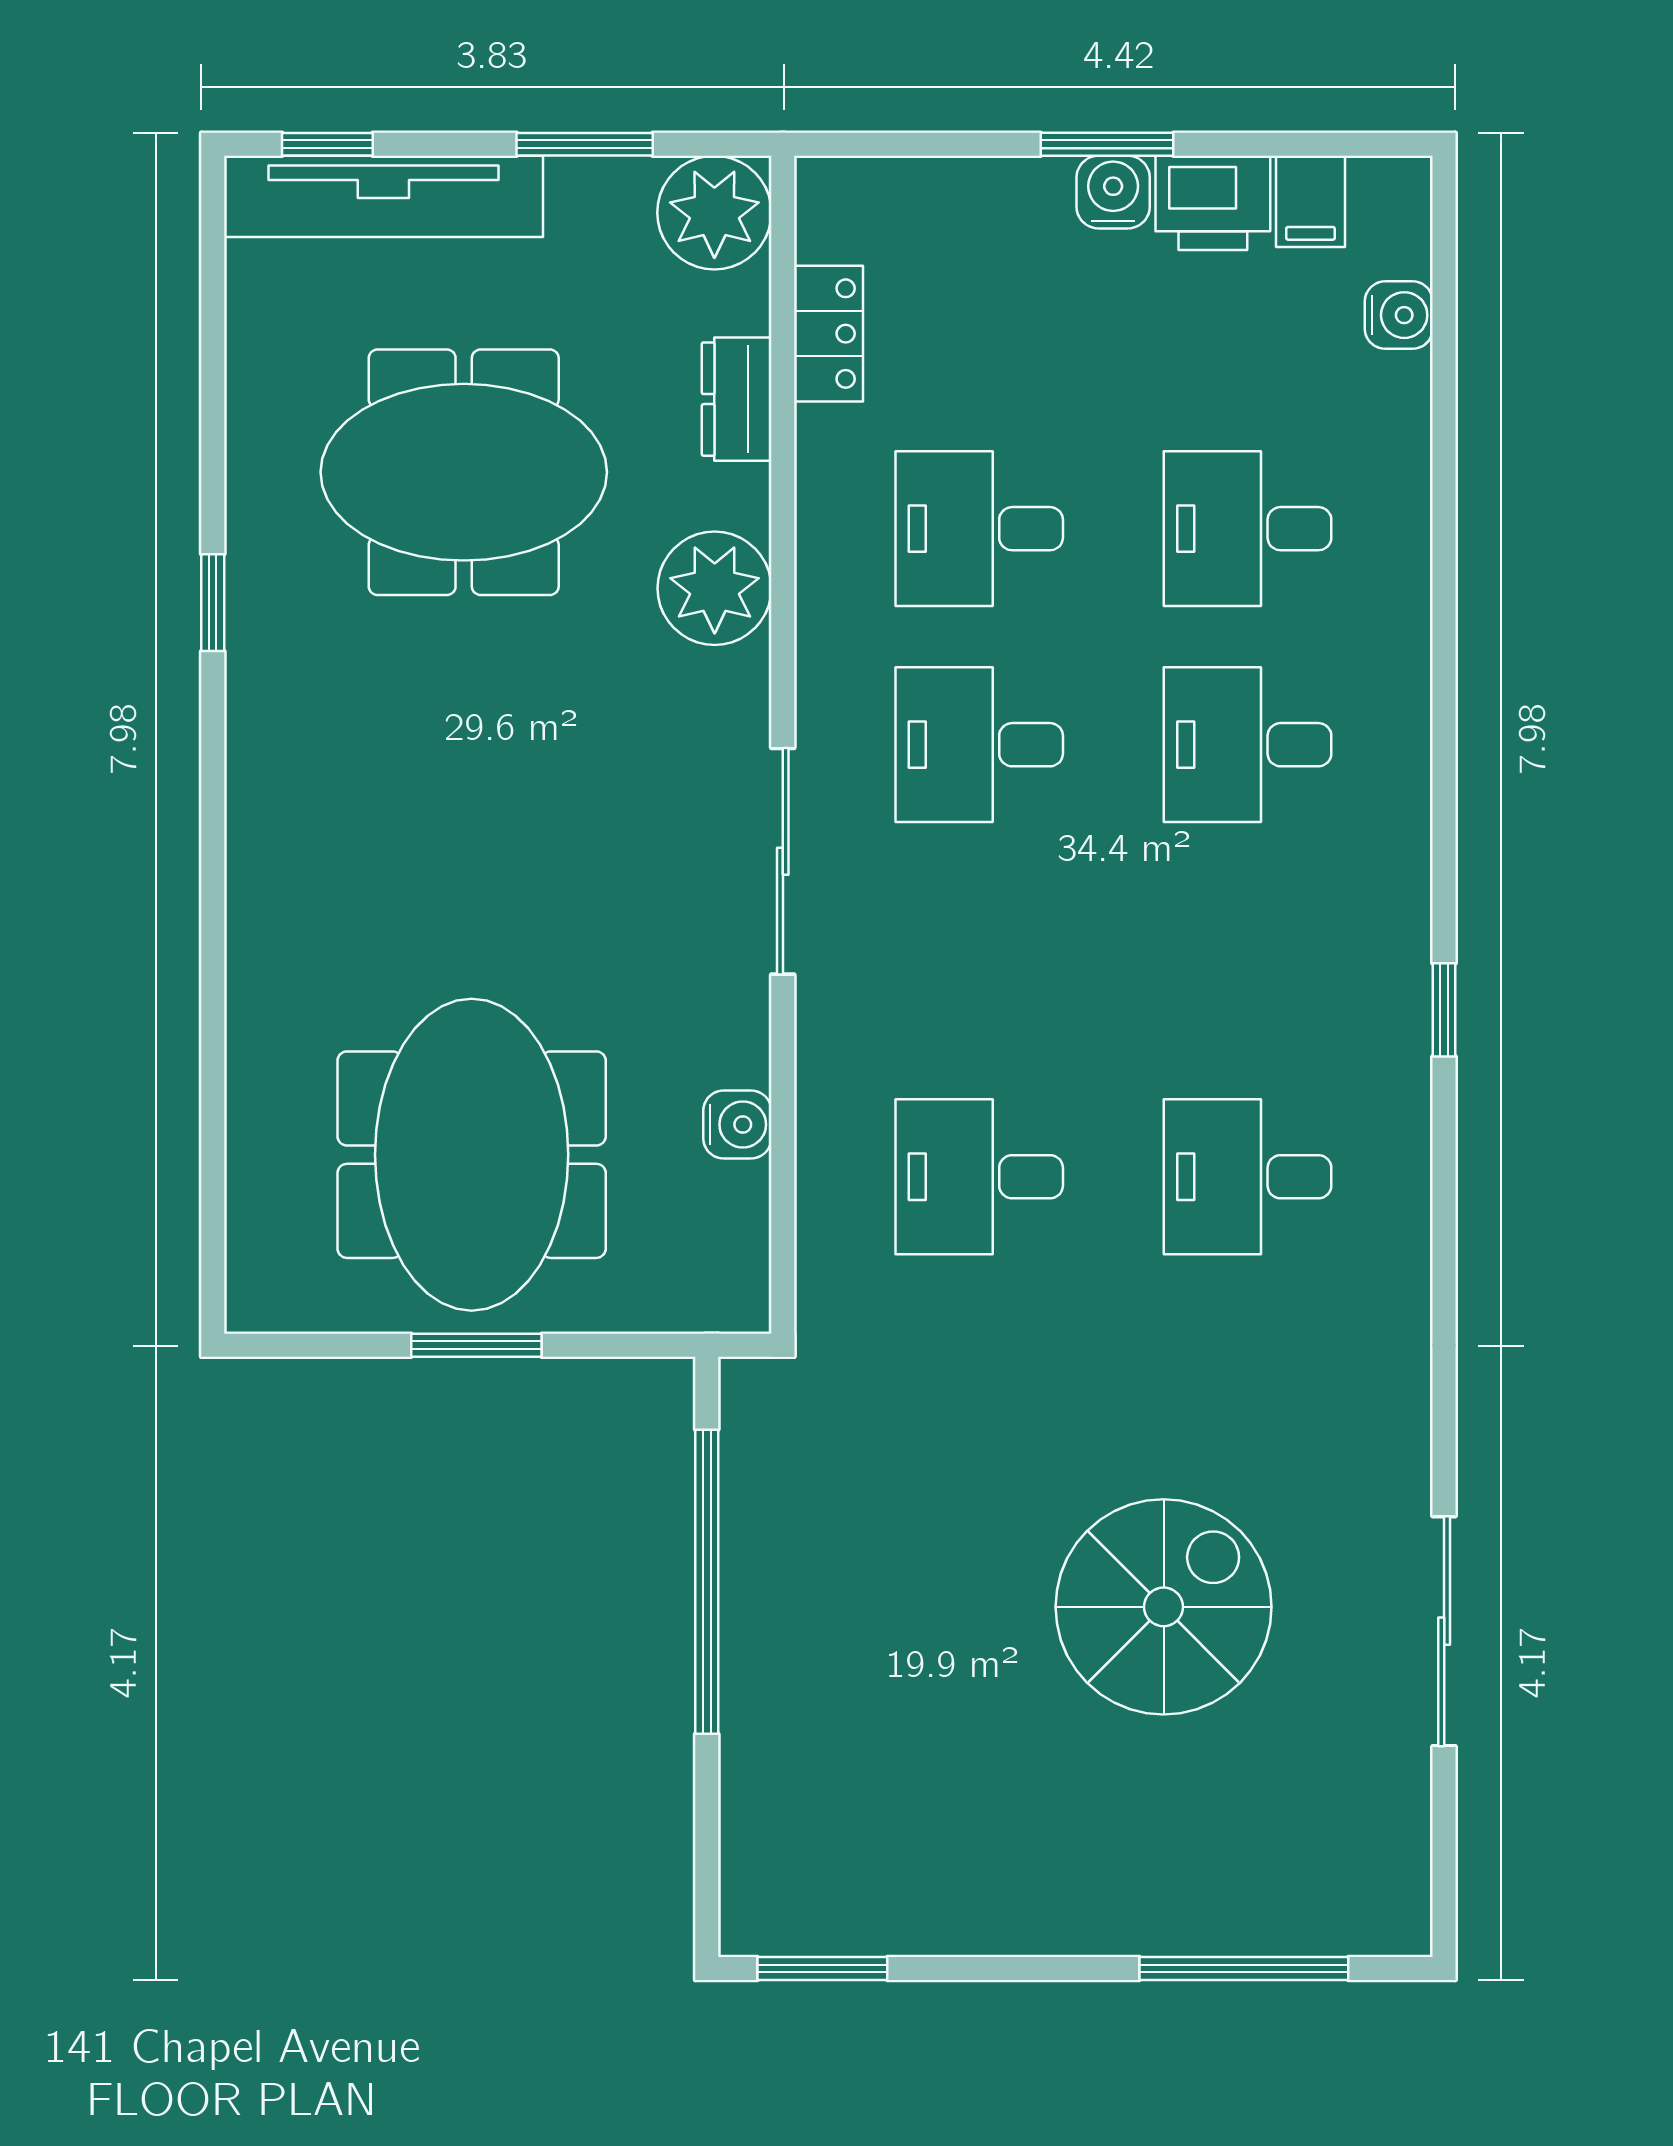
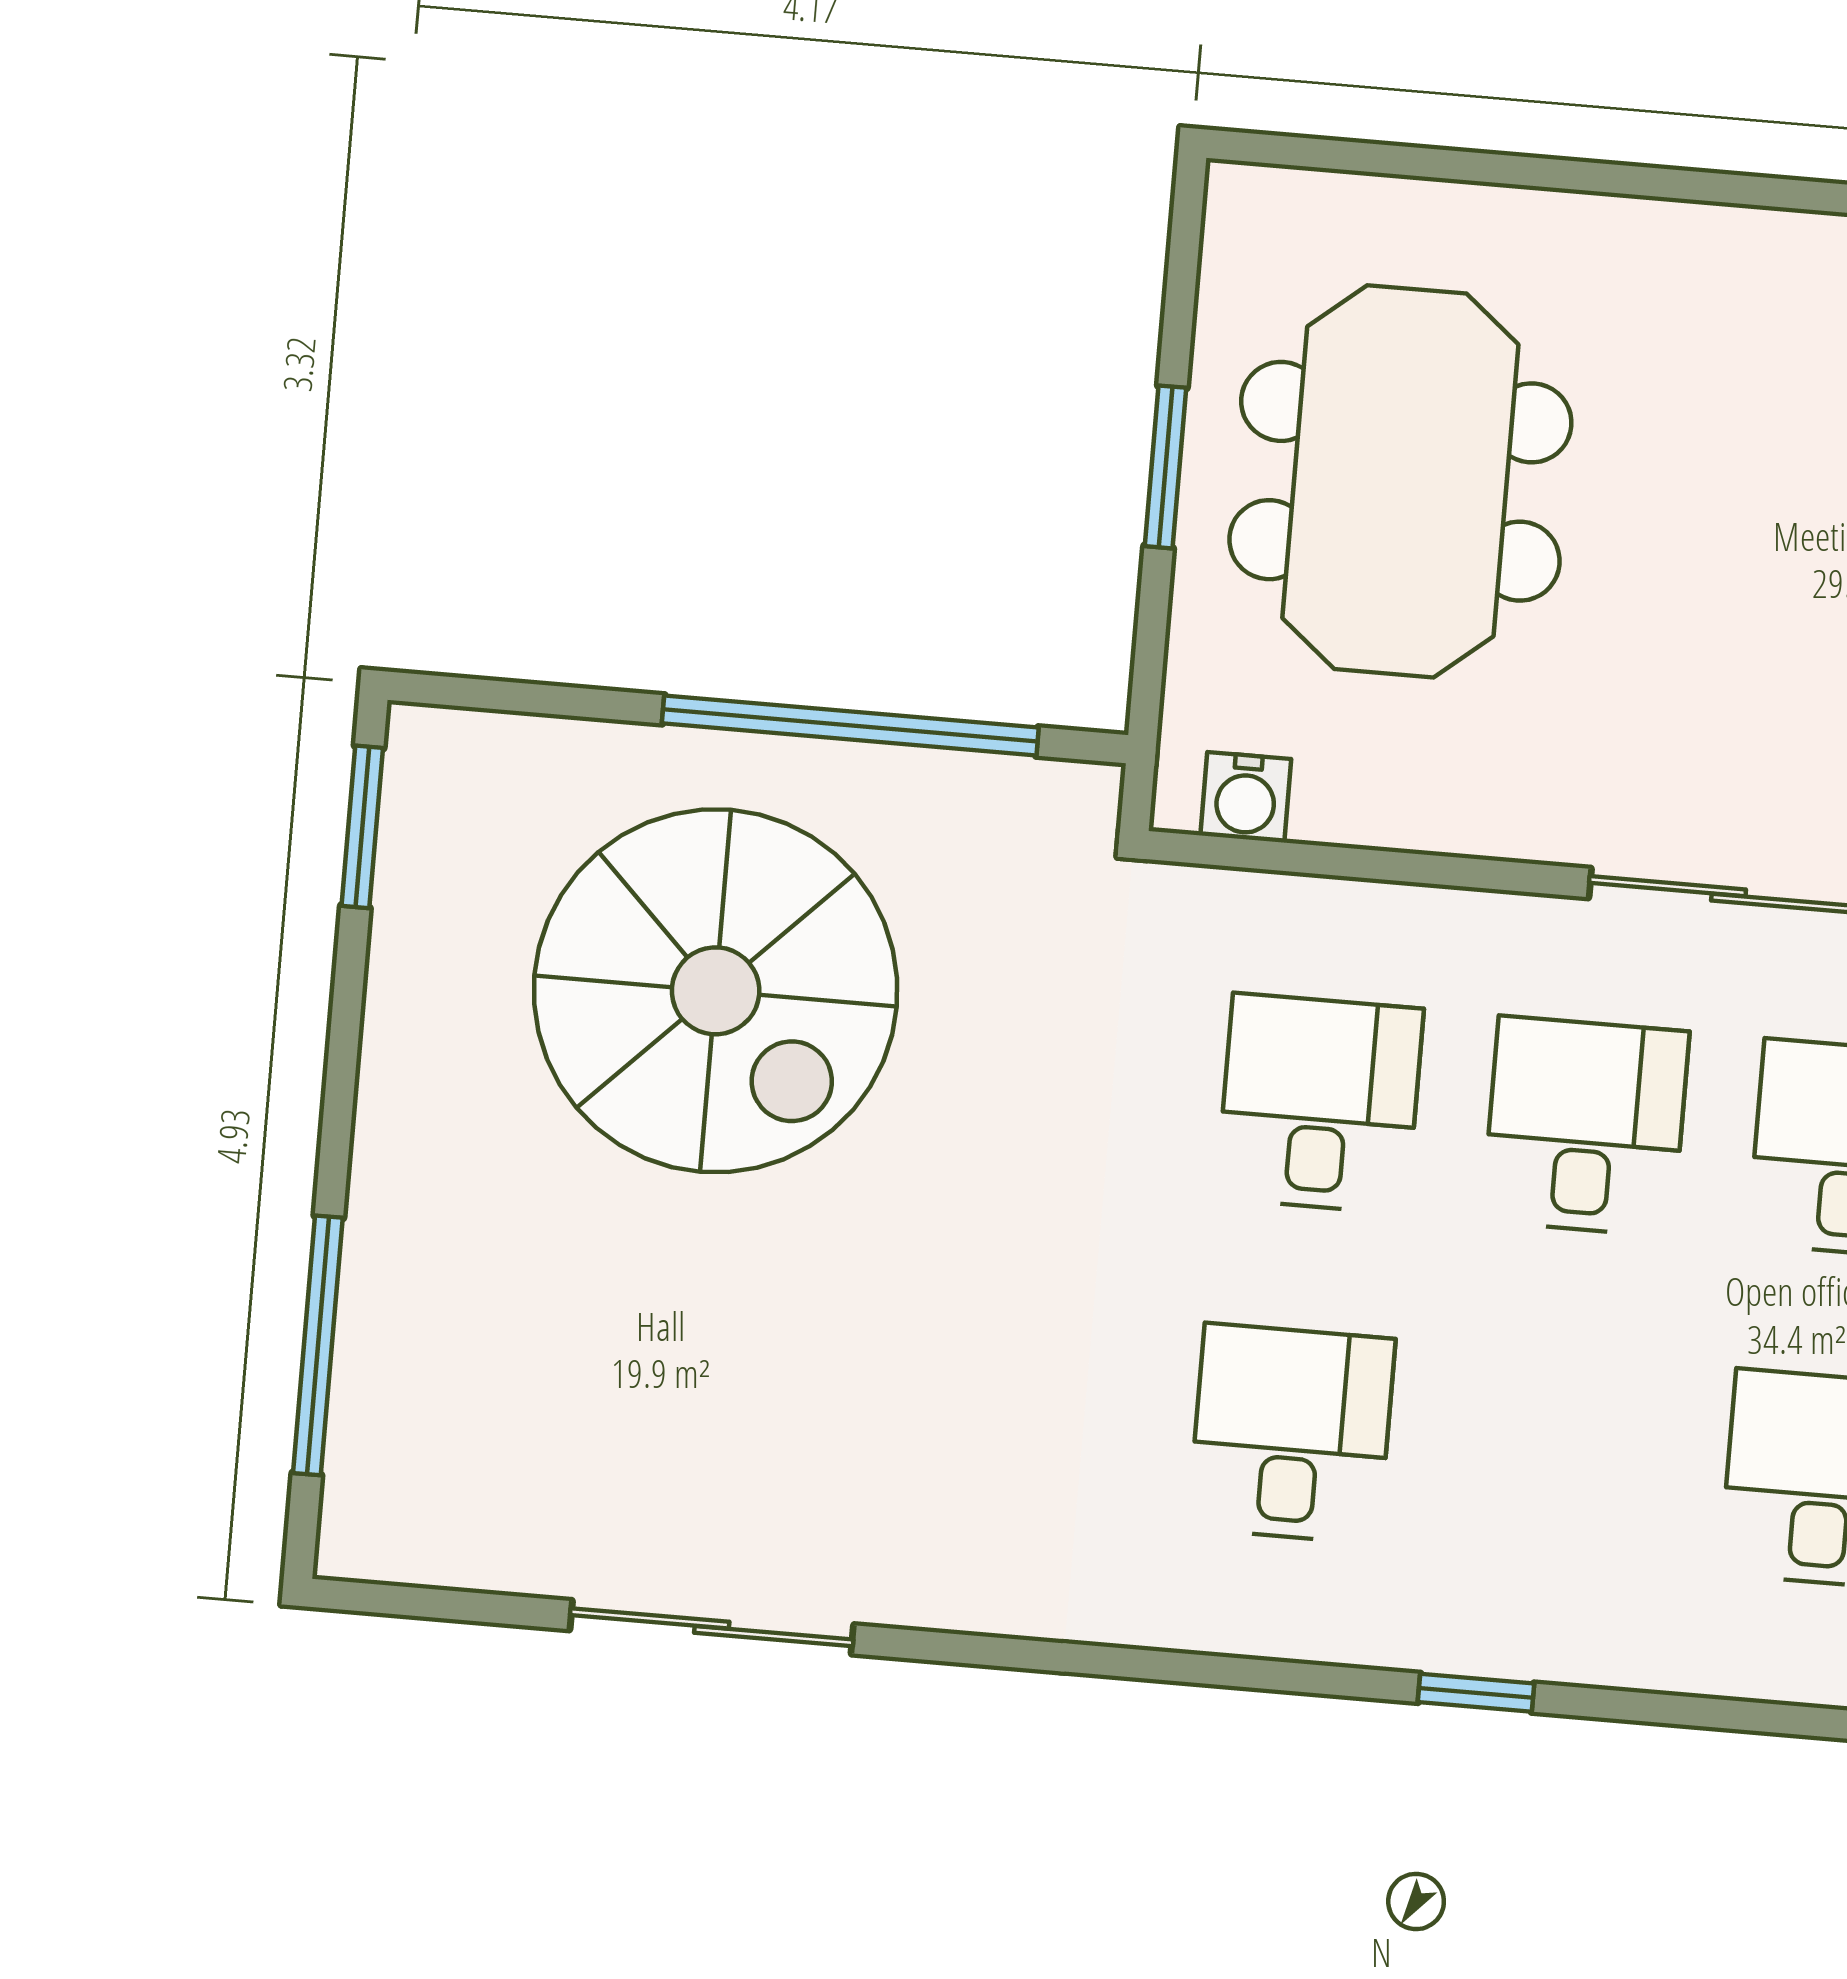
desk: (979, 961) -> (1585, 1126), added
water cooler: (737, 1125) -> (1246, 797), moved
meeting table: (472, 1155) -> (1400, 481), turned 90
spiral stairs: (1164, 1607) -> (716, 991), moved, width x1.37, depth x1.37

